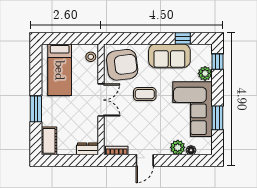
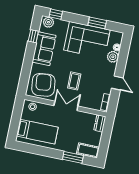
plant: (205, 73) -> (48, 22), moved
coffee table: (145, 94) -> (74, 81), moved
window: (36, 109) -> (73, 157), moved

